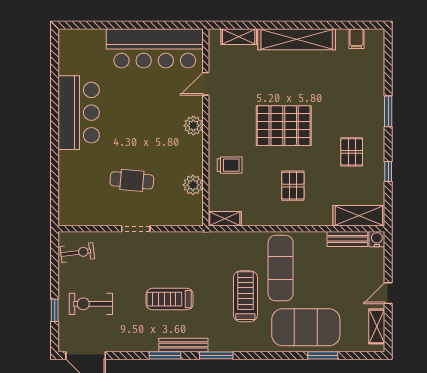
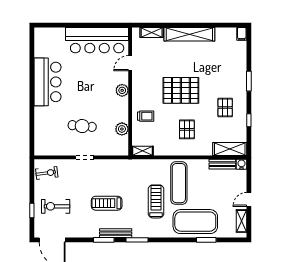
filing cabinet: (356, 39) -> (242, 34), moved

